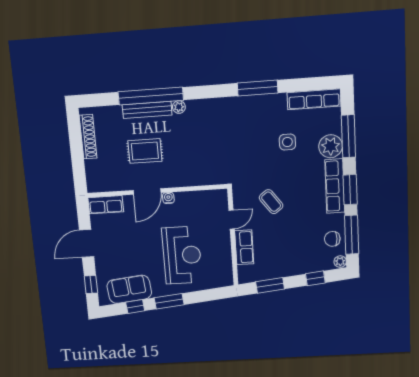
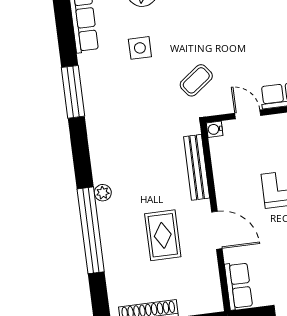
bench: (147, 110) -> (197, 167), moved
water cooler: (168, 198) -> (215, 129), moved
coffee table: (271, 202) -> (196, 80), moved

